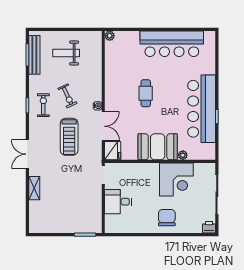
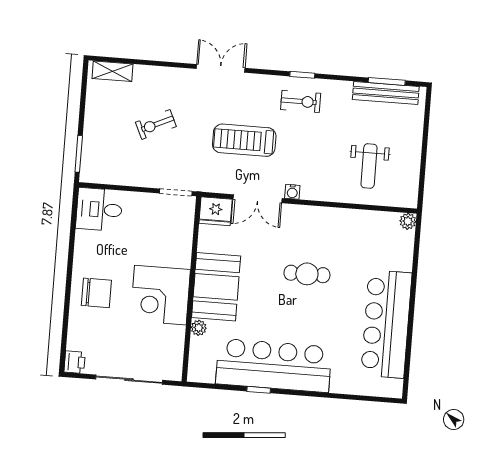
weight bench: (66, 53) -> (369, 166), moved, turned 180
exercise bike: (67, 96) -> (156, 124), moved
corner desk: (176, 179) -> (160, 295), moved
shelving: (34, 188) -> (112, 71), moved
desk: (118, 202) -> (99, 209), moved, turned -90

